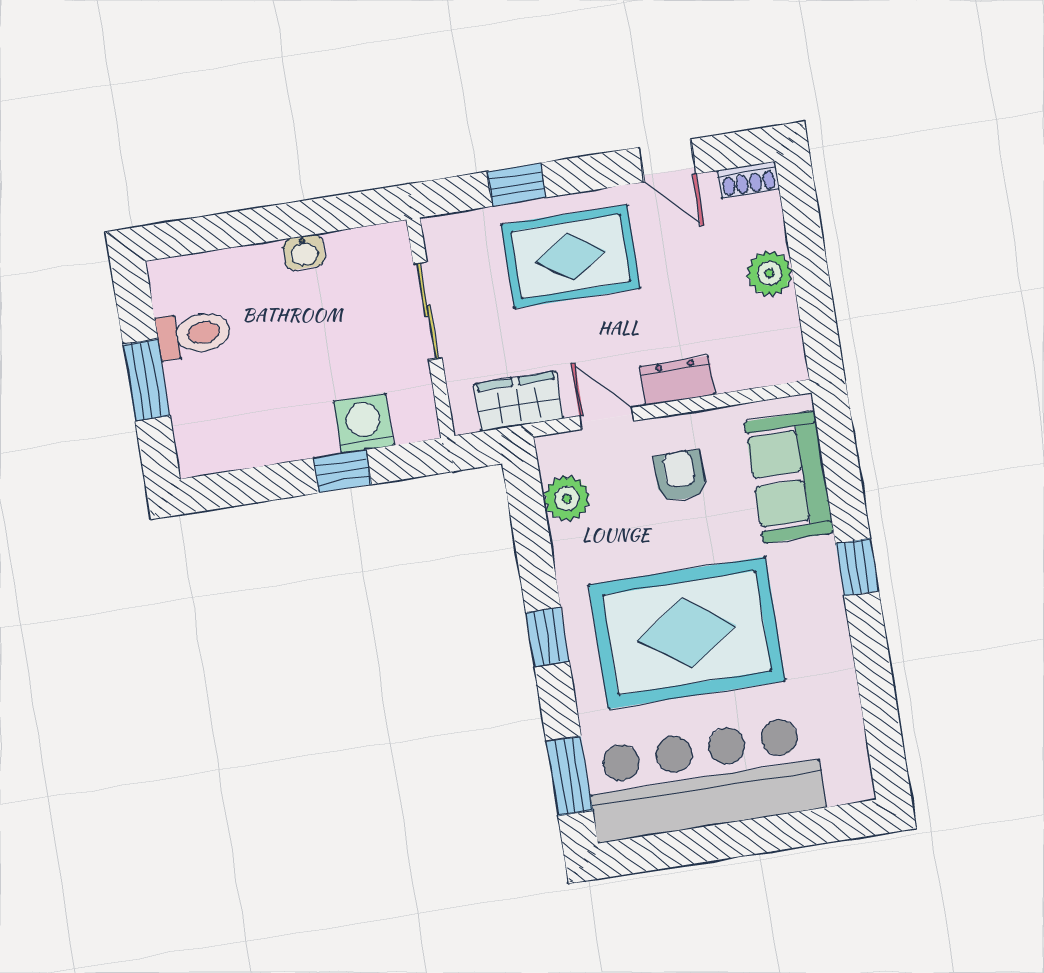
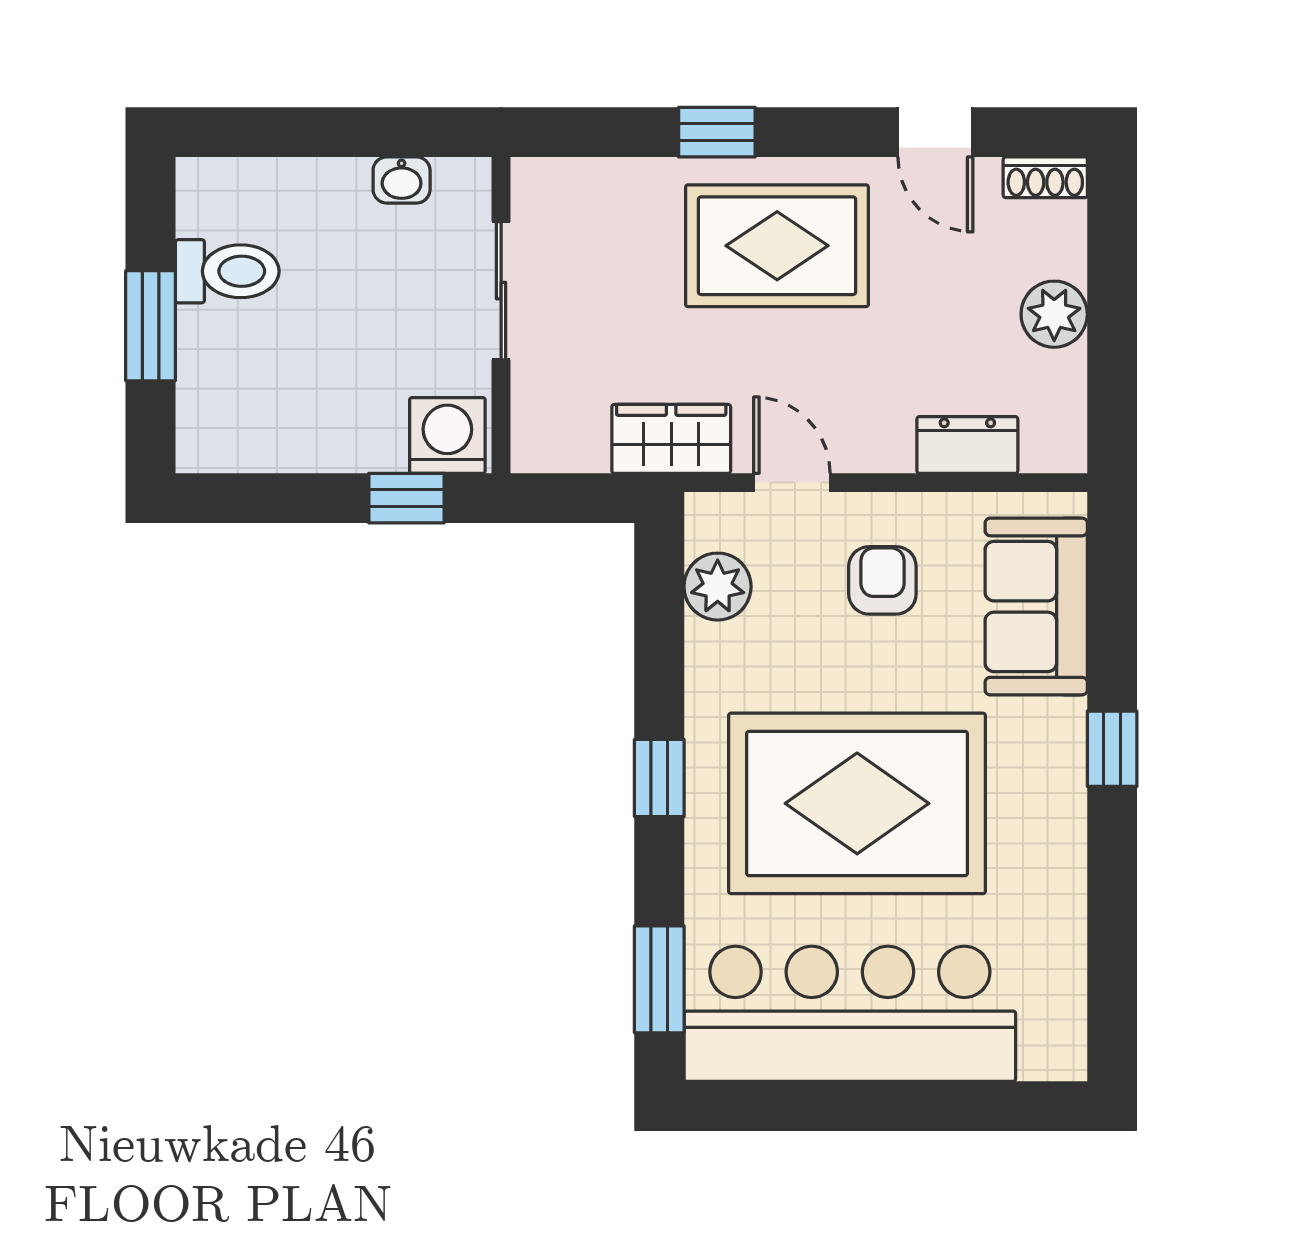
sliding door: (428, 311) -> (501, 291), moved
wall: (430, 328) -> (501, 315), moved
dresser: (677, 381) -> (967, 445), moved

